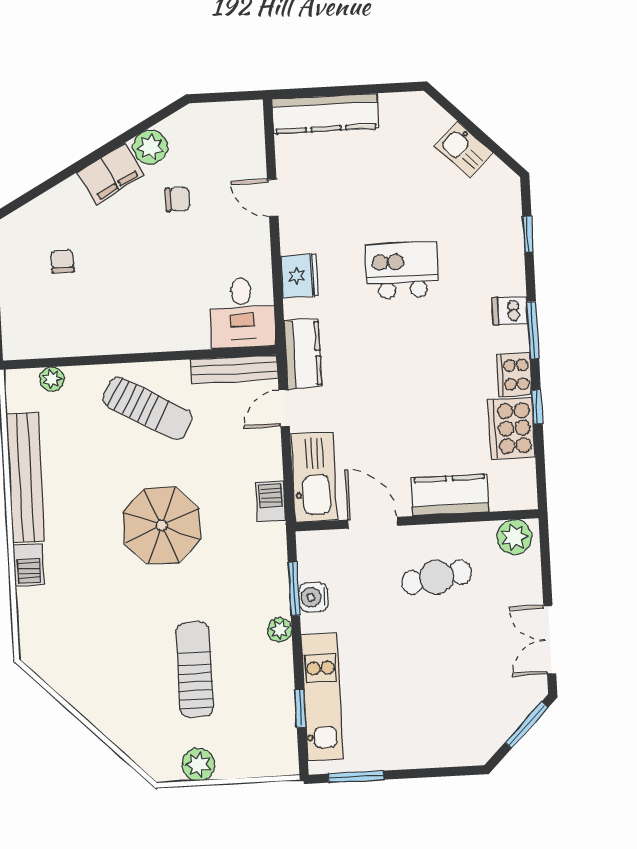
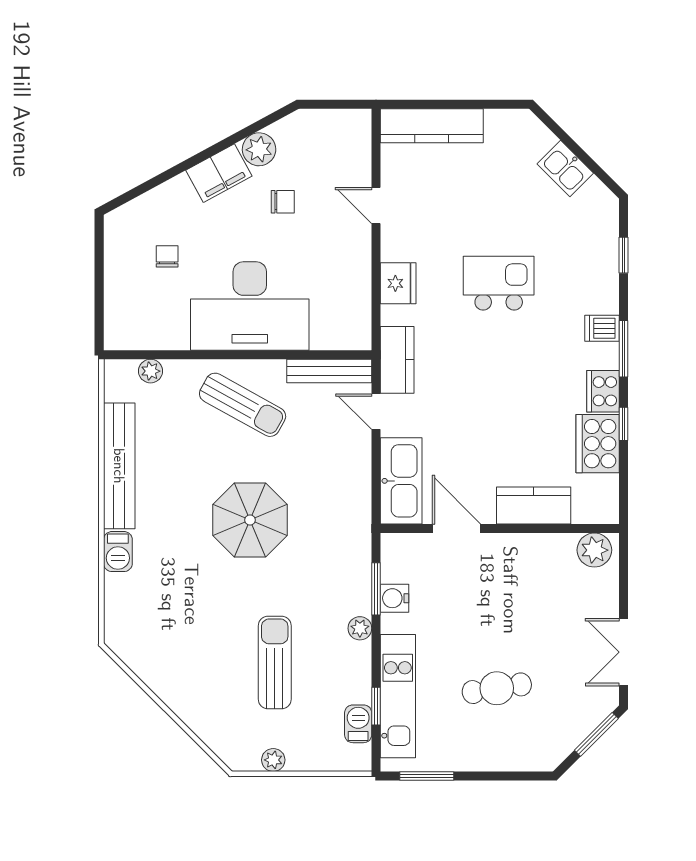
desk: (242, 313) -> (250, 306), moved, width x1.87, depth x1.30
door: (284, 408) -> (376, 412), hinge flipped
barbecue: (271, 501) -> (358, 724), moved
cafe table: (436, 577) -> (497, 688), moved
plant: (198, 764) -> (273, 760), width x0.73, depth x0.73

